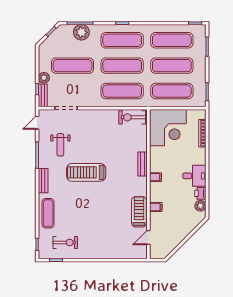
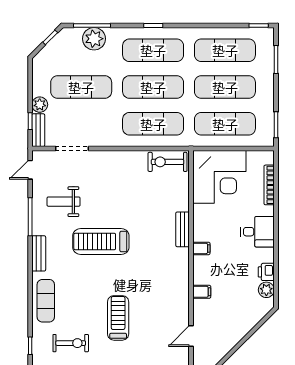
weight bench: (60, 145) -> (64, 202), turned 90
desk: (194, 176) -> (258, 232), moved
treadmill: (139, 212) -> (118, 318), moved

